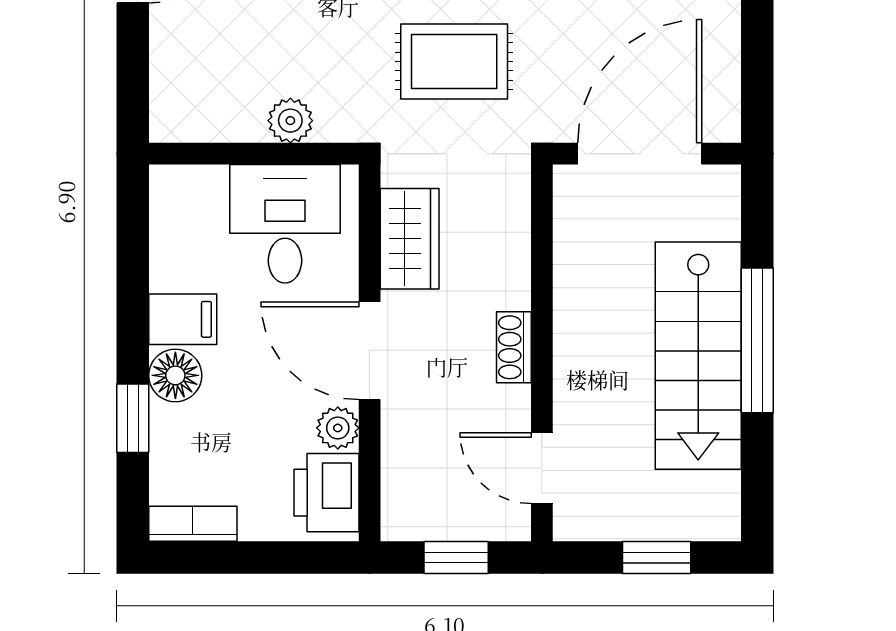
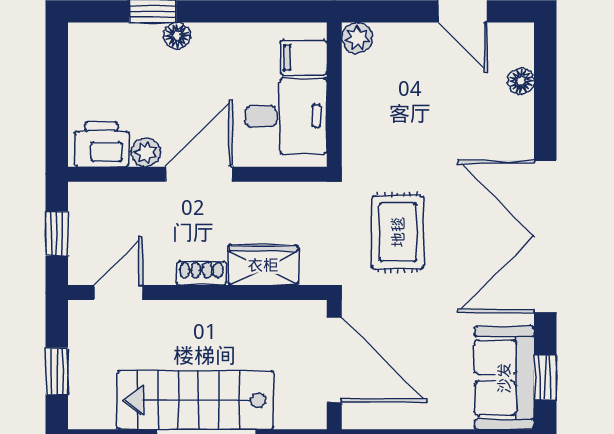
plant: (290, 121) -> (357, 38), moved
wardrobe: (410, 239) -> (263, 265), moved, turned 180
filing cabinet: (183, 319) -> (304, 58), moved, turned 90
floor lamp: (175, 375) -> (177, 36), width x0.73, depth x0.73
bookcase: (193, 524) -> (80, 53), removed

